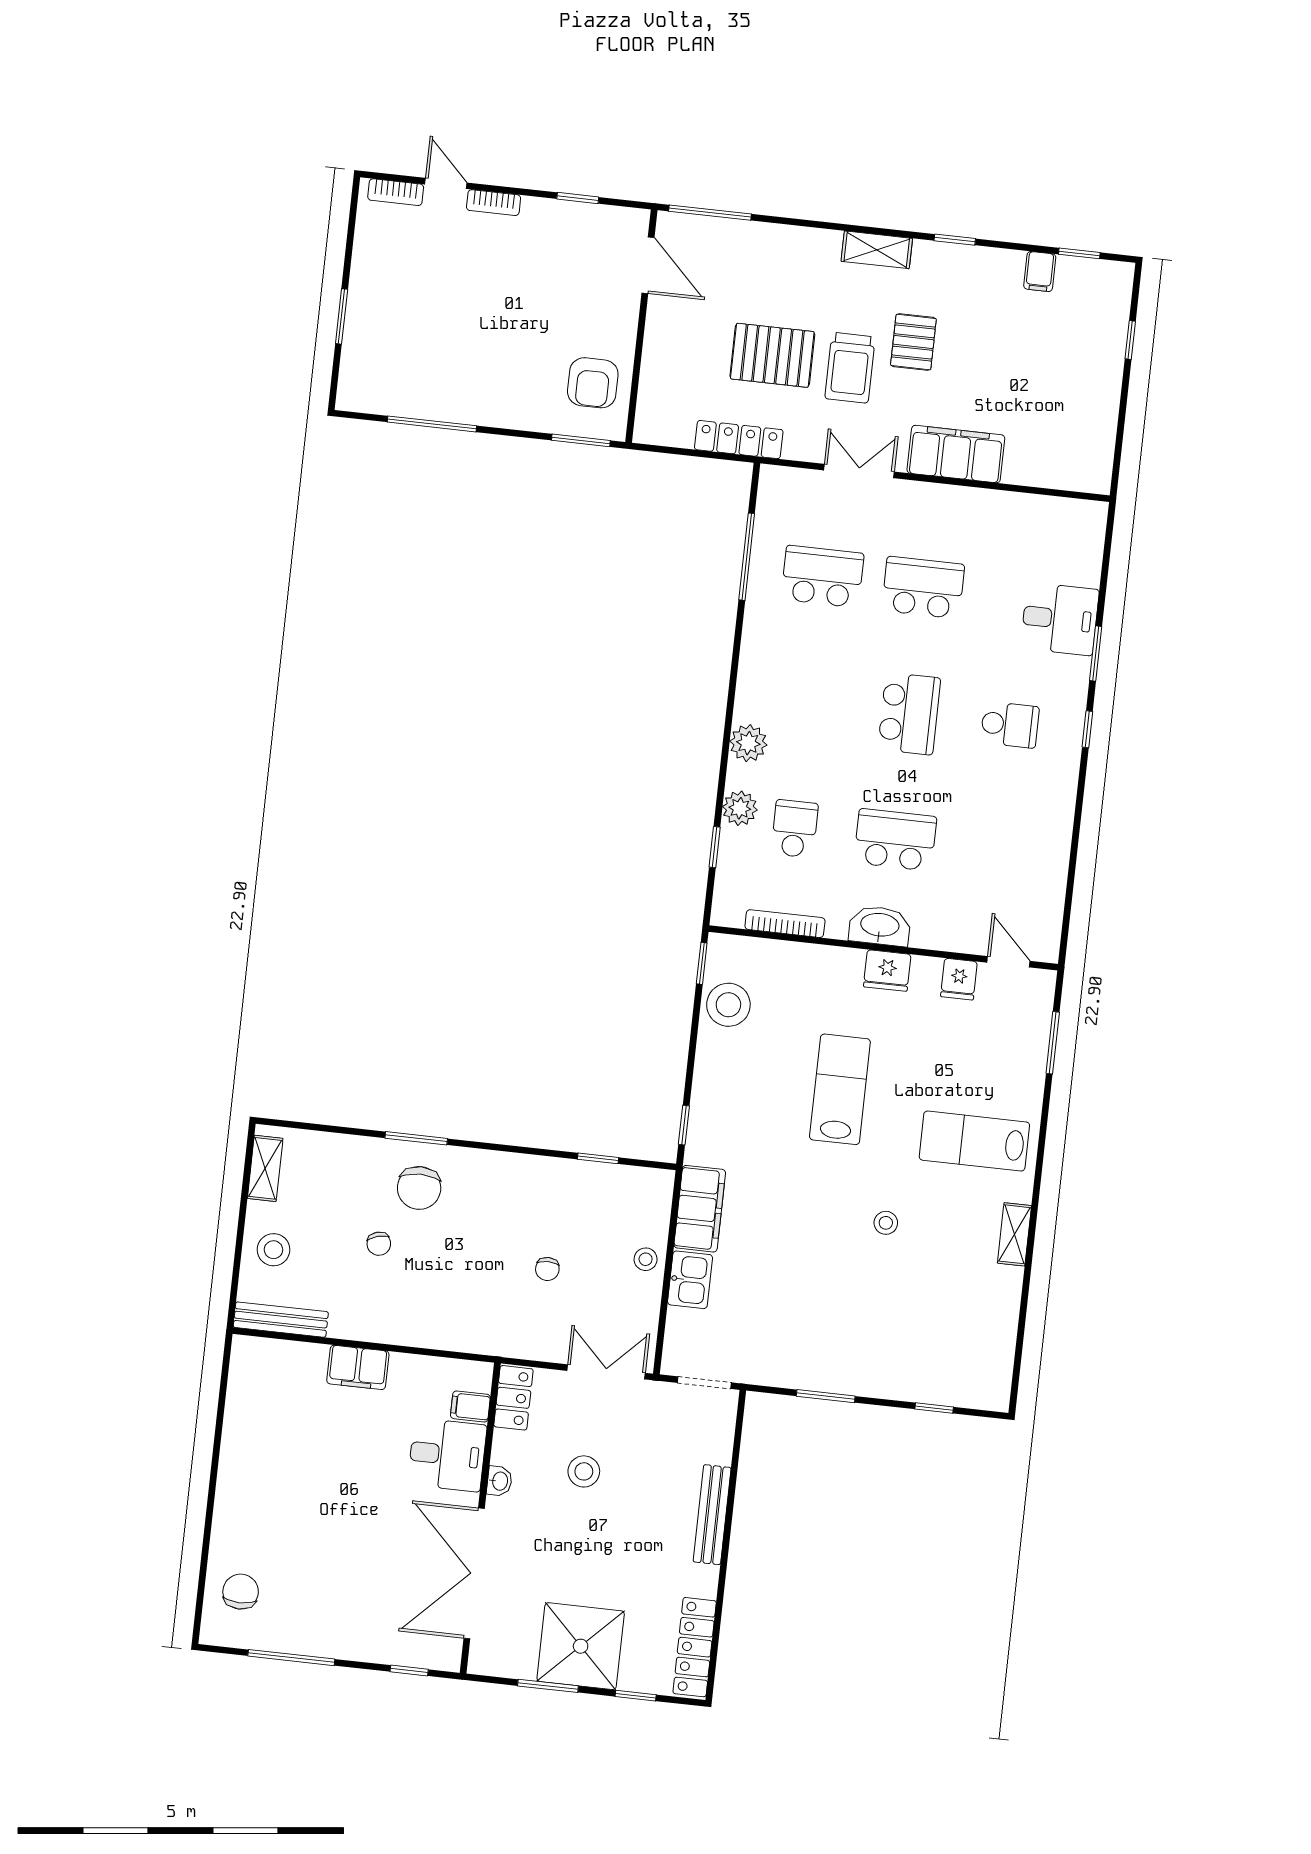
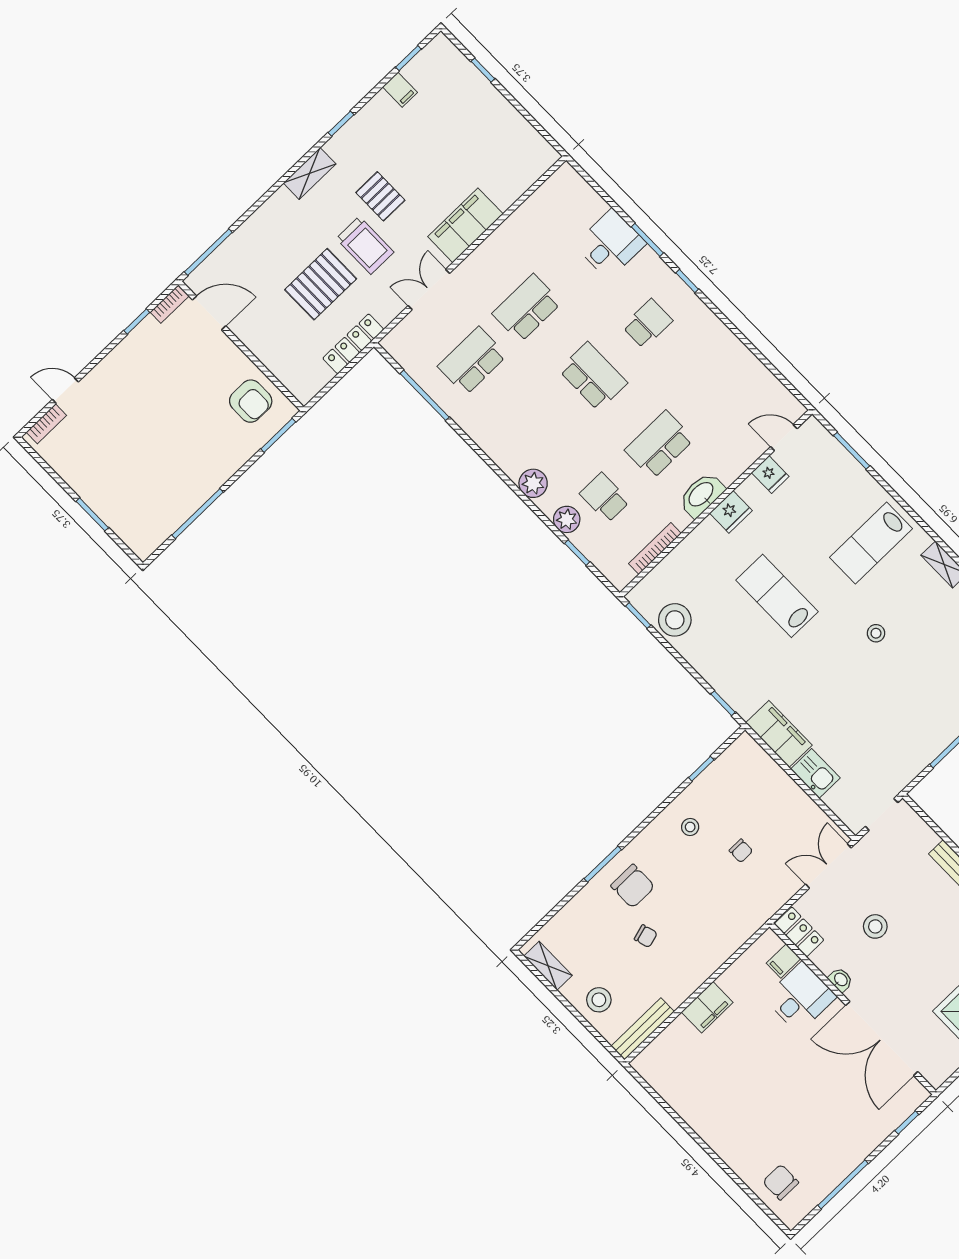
bookcase: (494, 203) -> (170, 304), moved
stool: (646, 1259) -> (690, 827), moved

